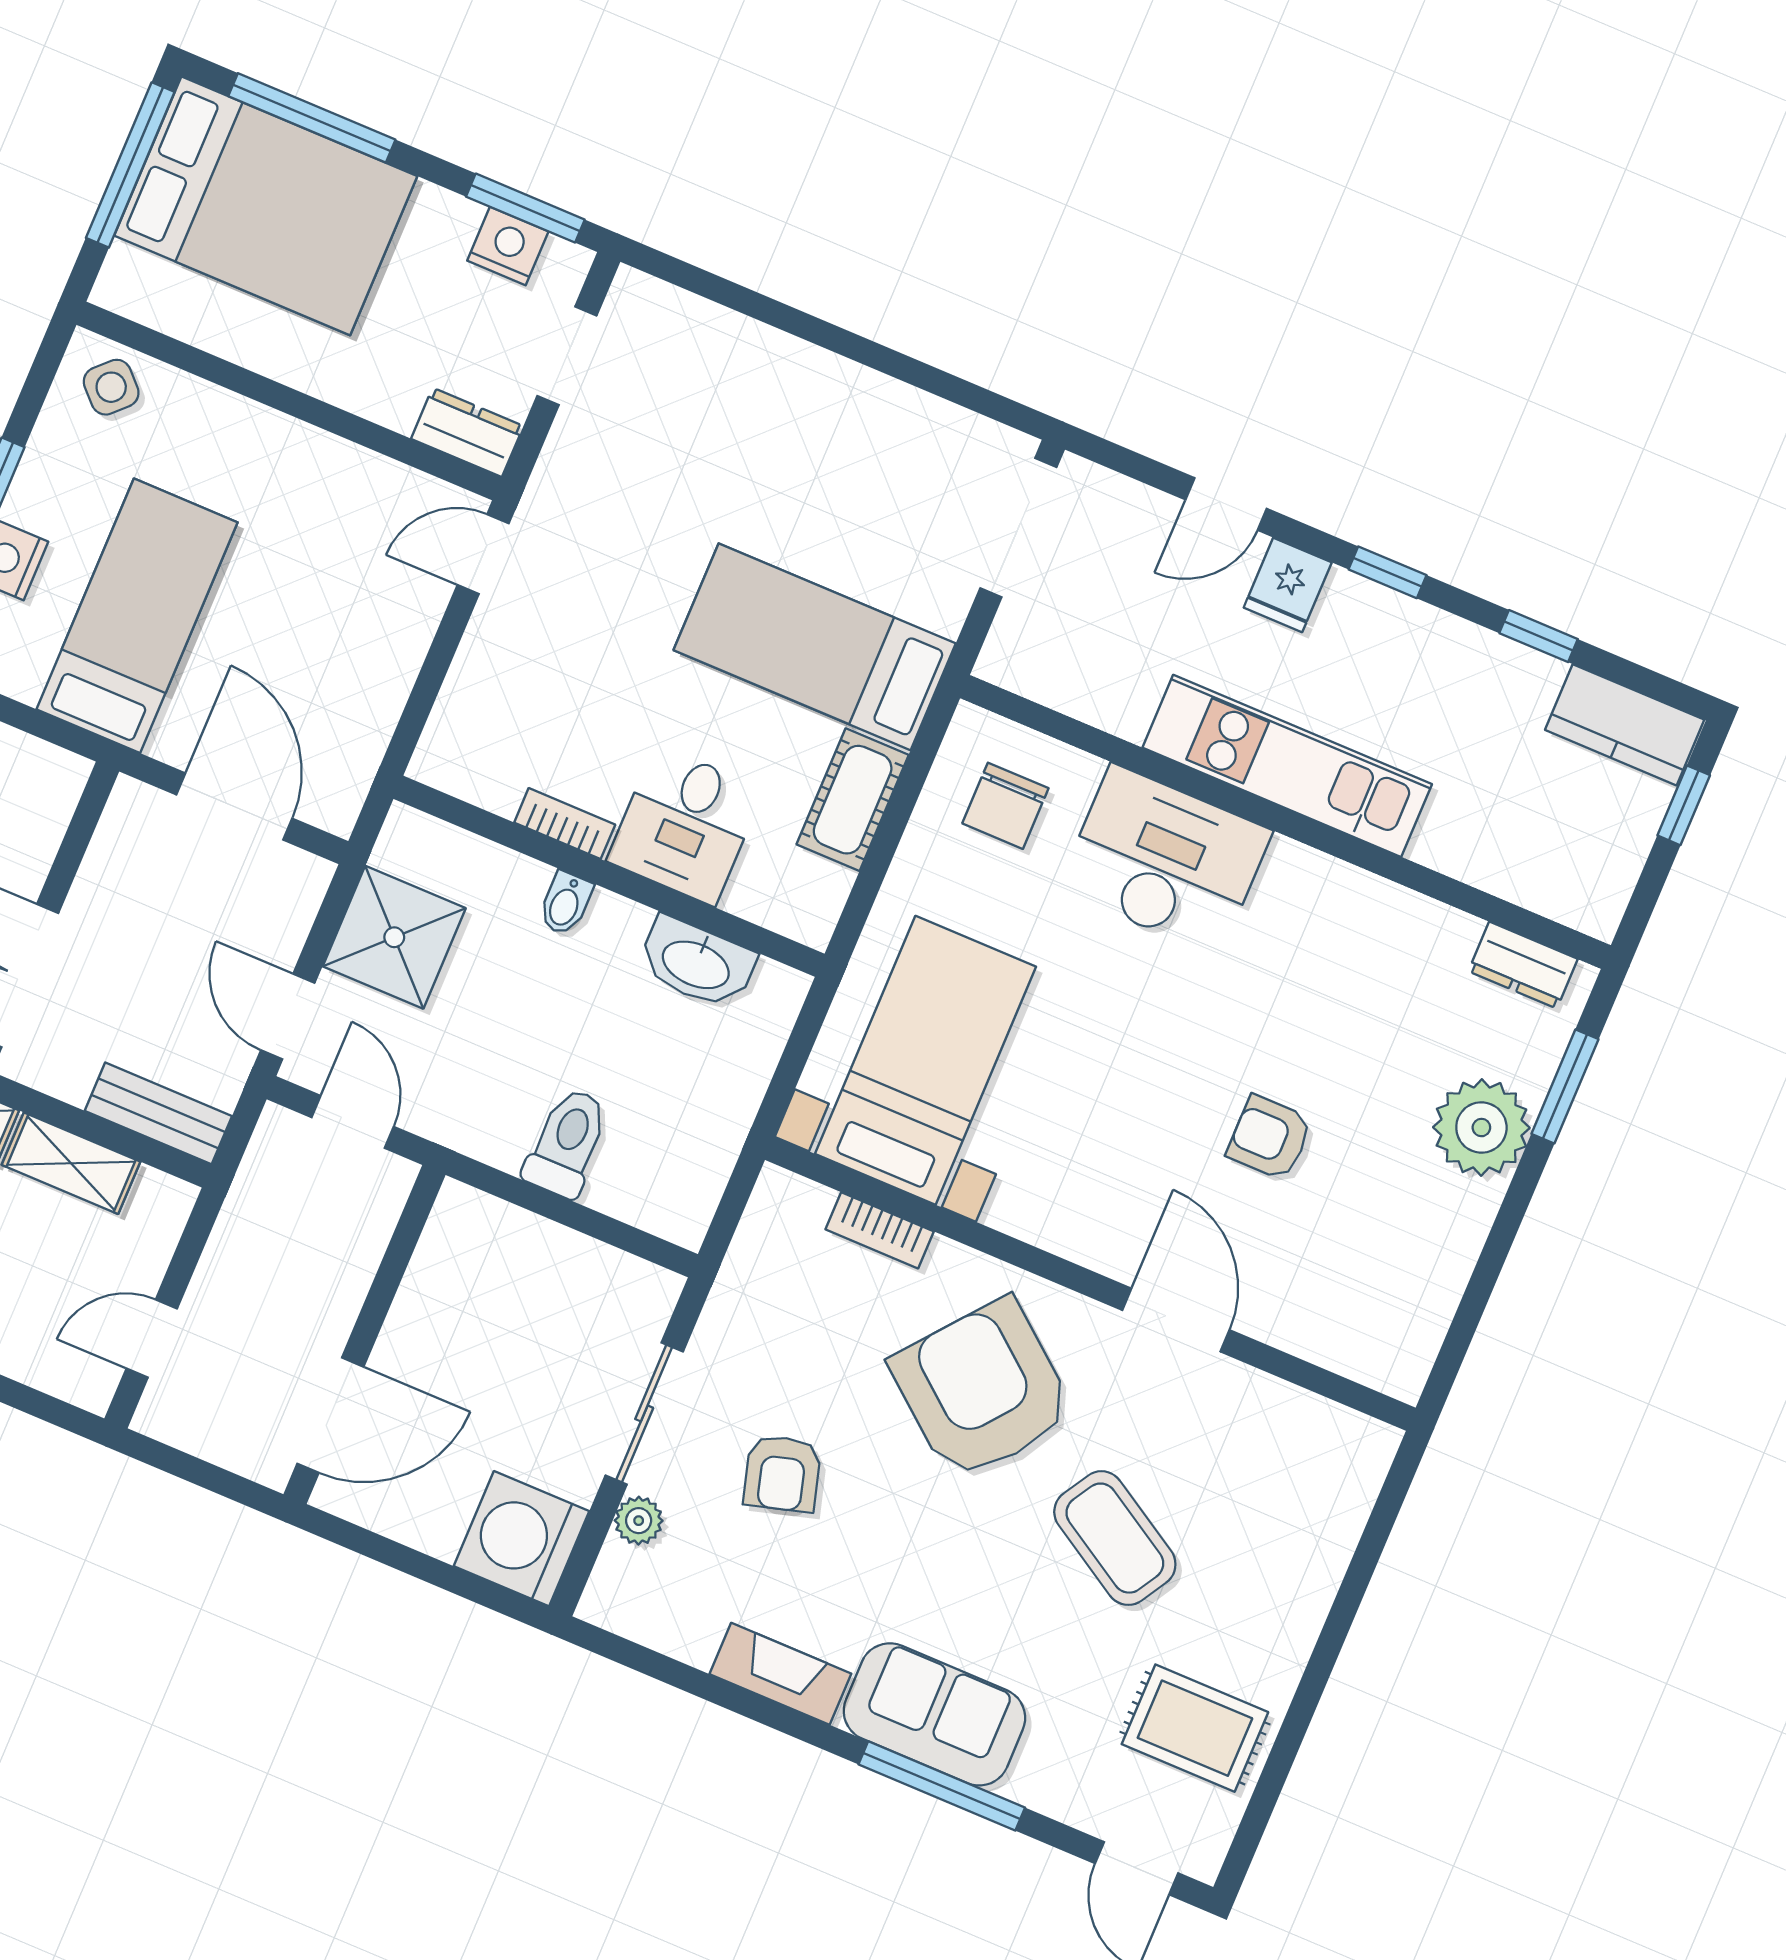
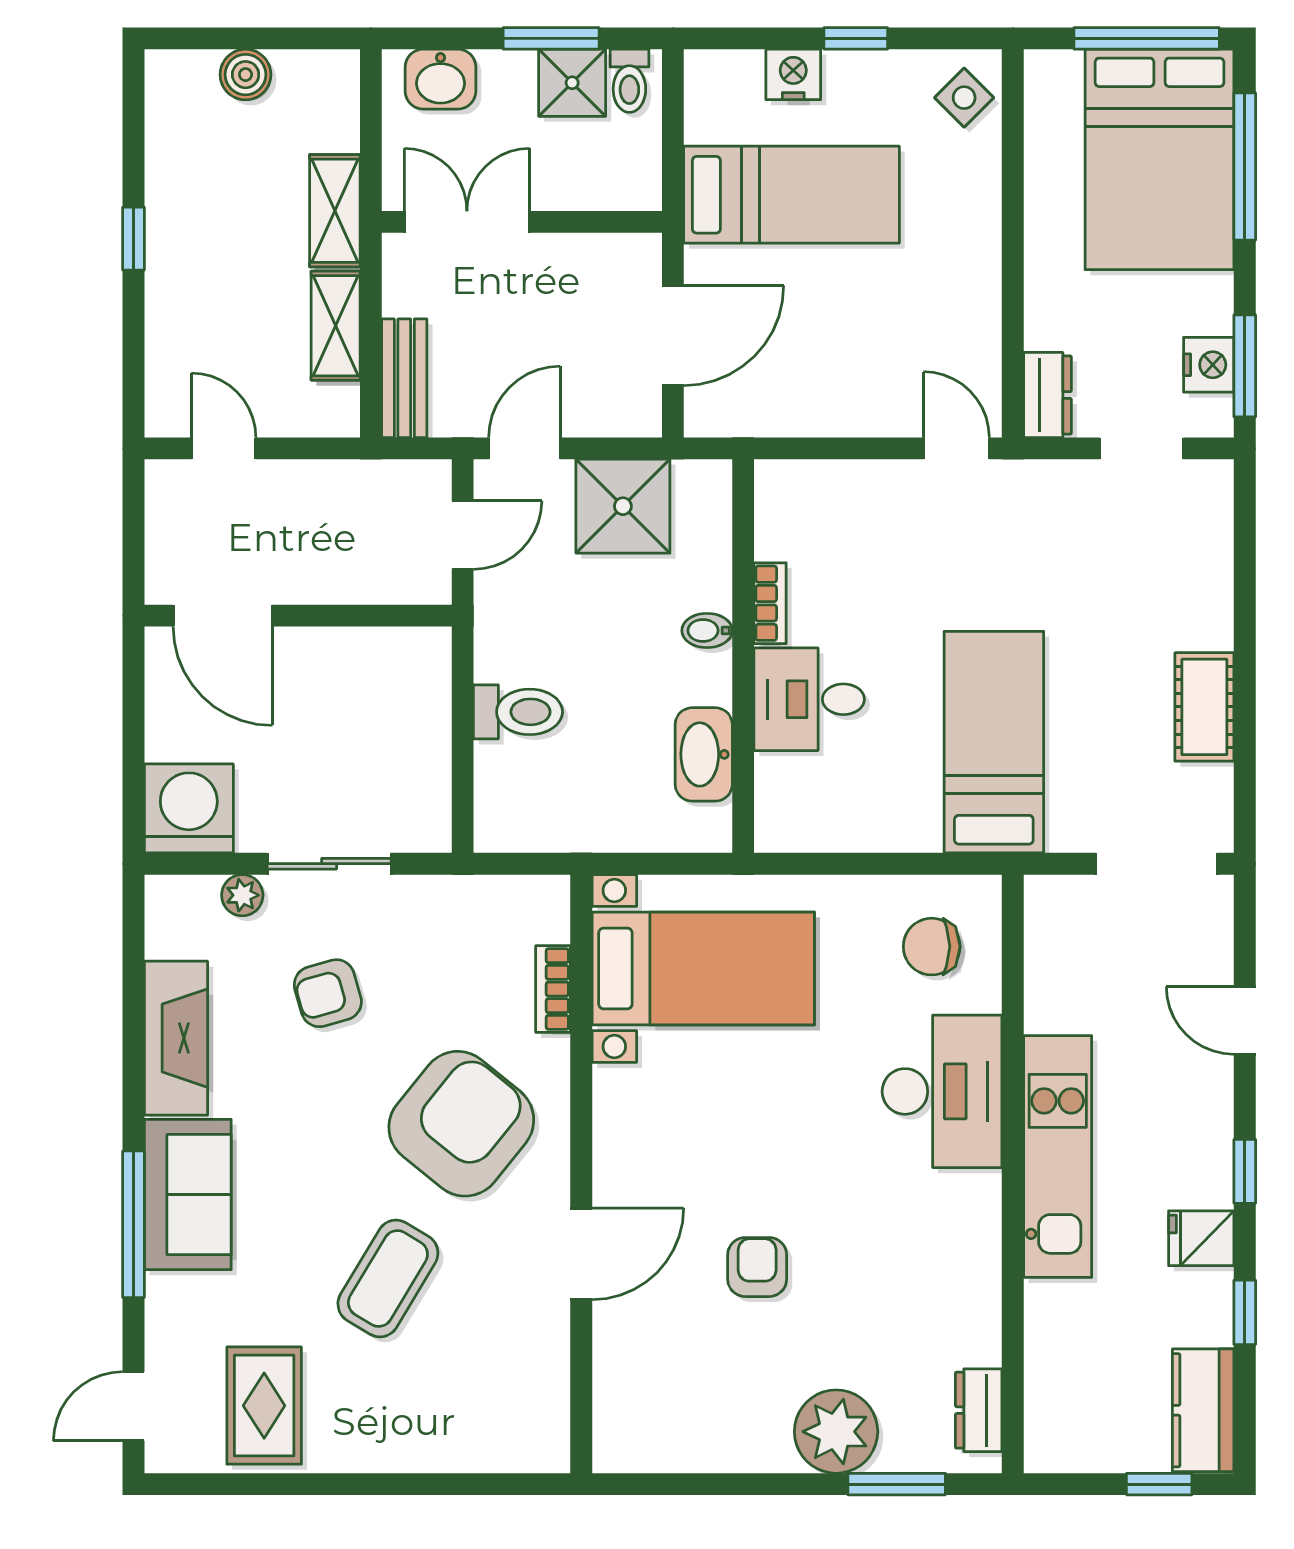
fridge: (1288, 585) -> (1201, 1238), moved
cot: (853, 800) -> (1204, 707), moved, turned 90
fireplace: (780, 1674) -> (176, 1038), width x1.37, depth x1.32

